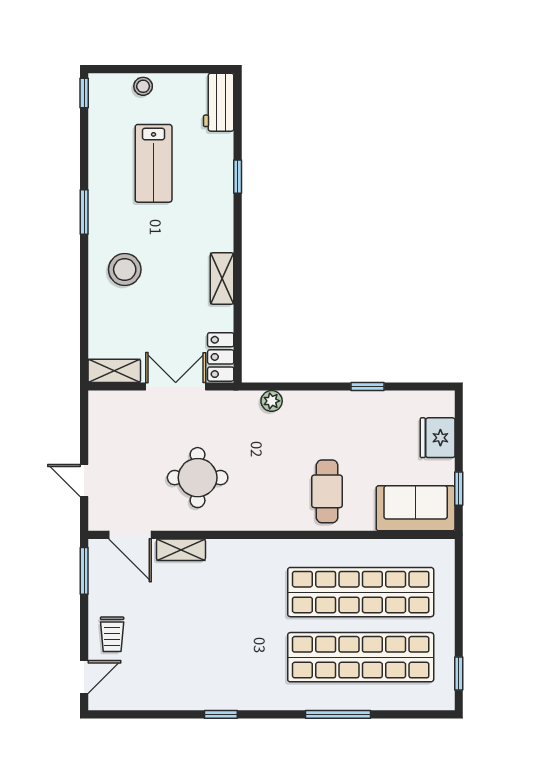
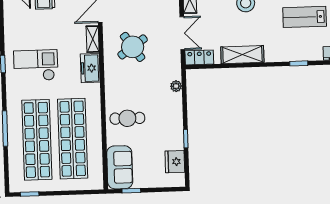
shelving: (222, 278) -> (242, 55), width x1.50, depth x1.33
fridge: (438, 438) -> (175, 162), moved, turned -90
round table: (198, 478) -> (133, 47), turned -35
freezer: (234, 556) -> (90, 68), added
checkout: (225, 655) -> (36, 65), added

